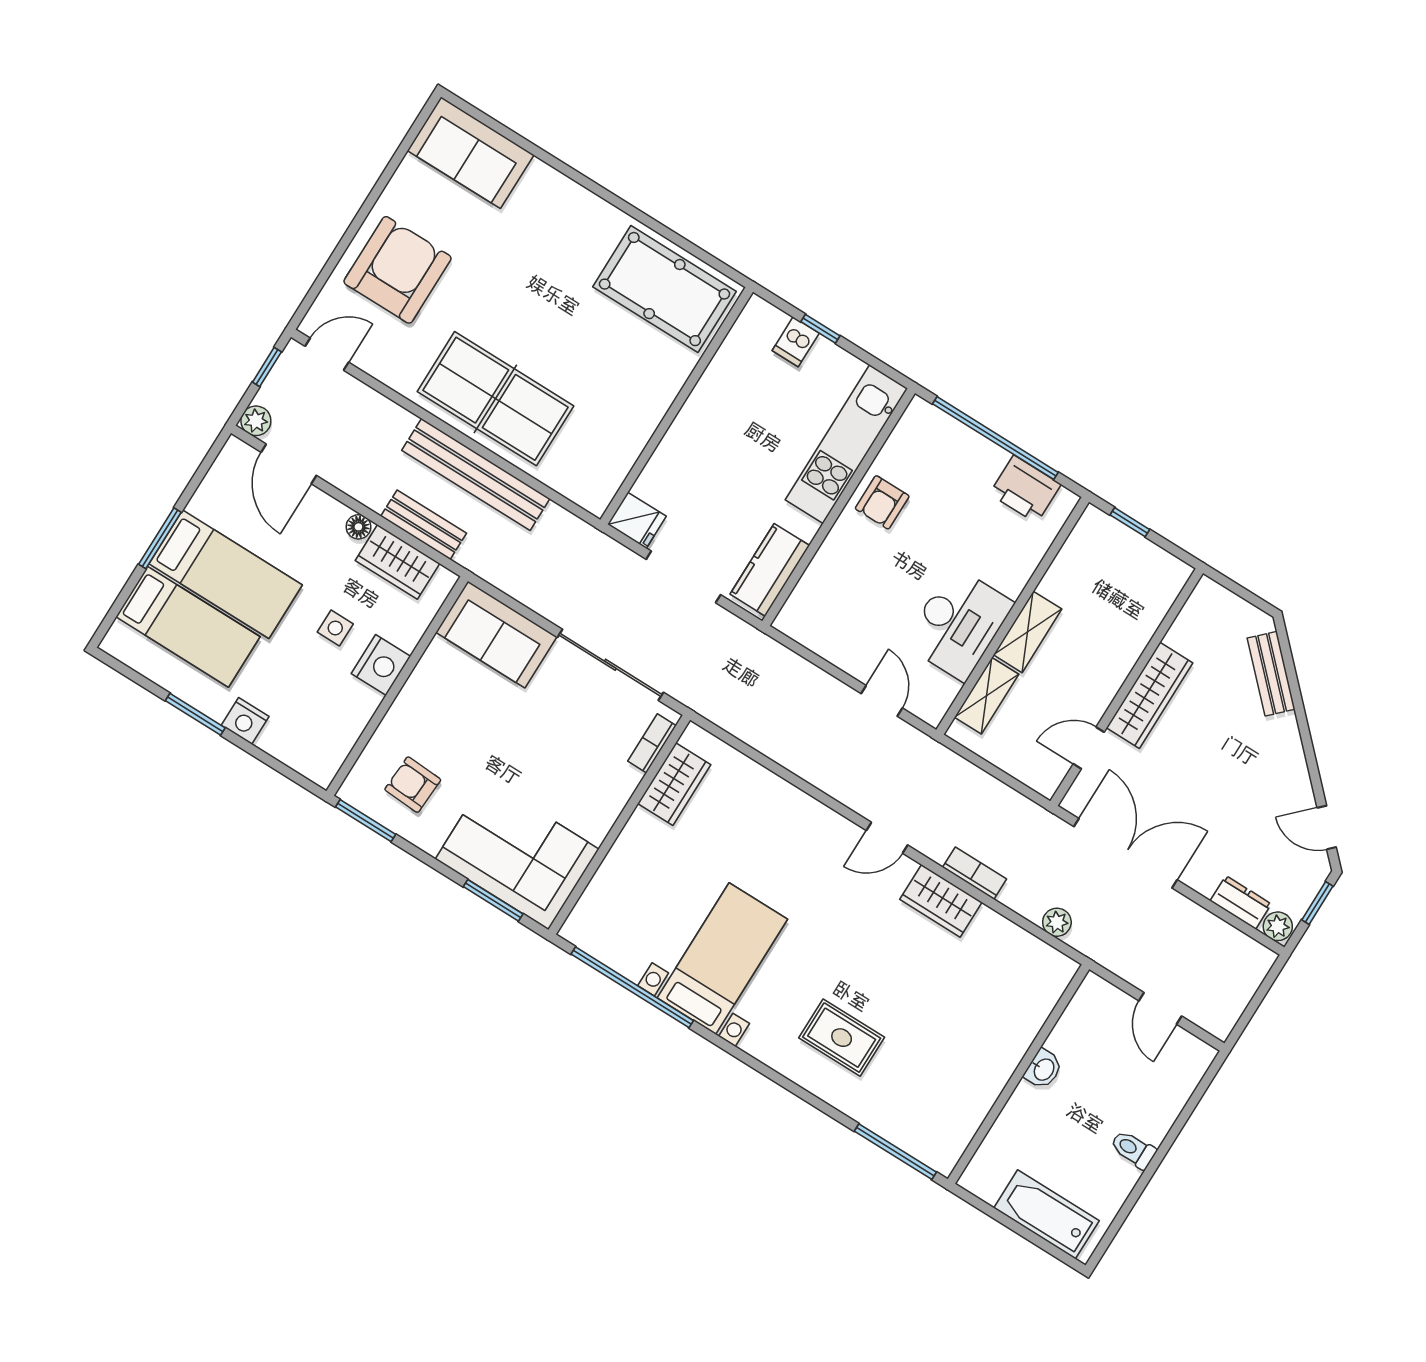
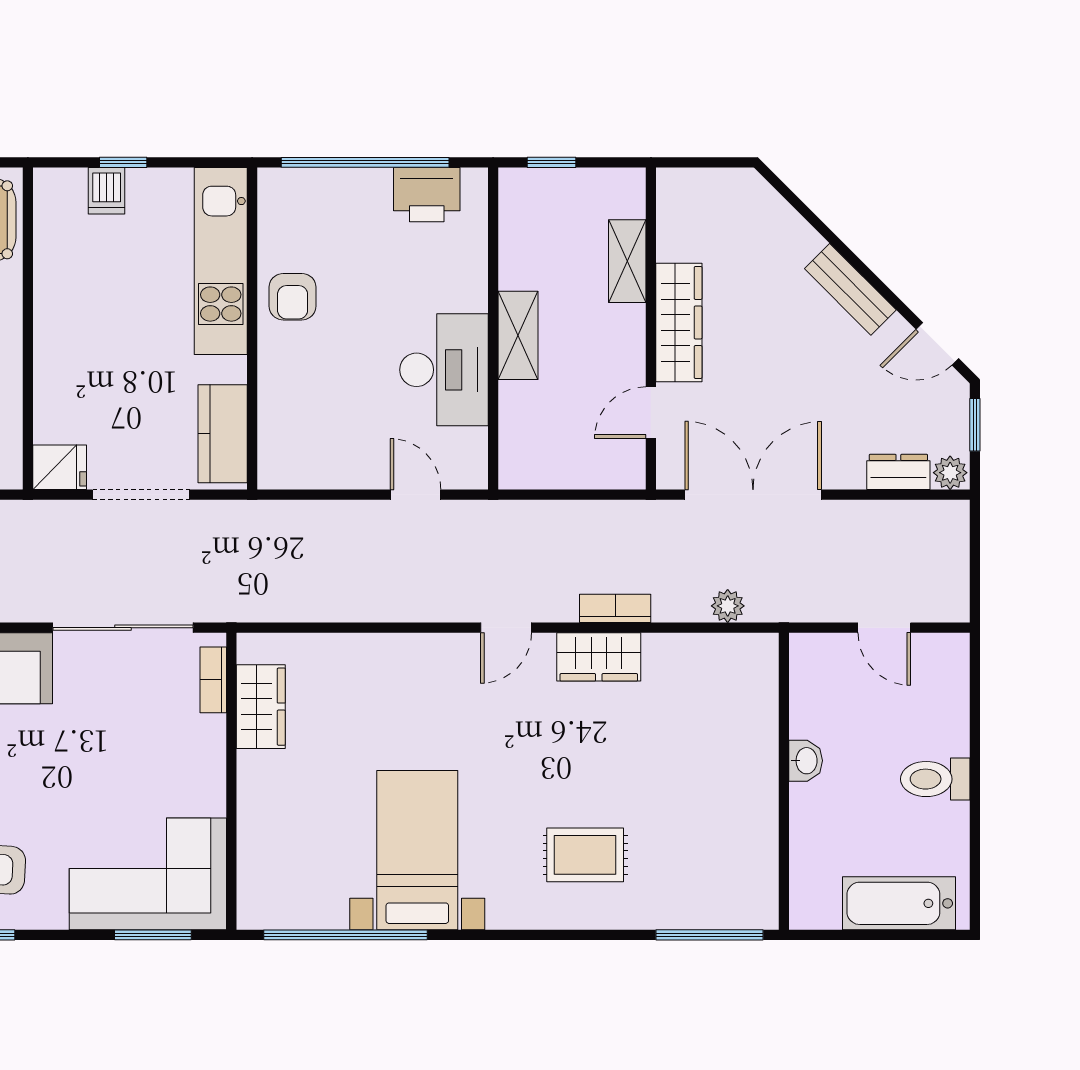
bench: (1271, 674) -> (850, 289), moved
shelving: (987, 696) -> (627, 261), moved
toilet: (1133, 1149) -> (935, 779), width x1.37, depth x1.39

